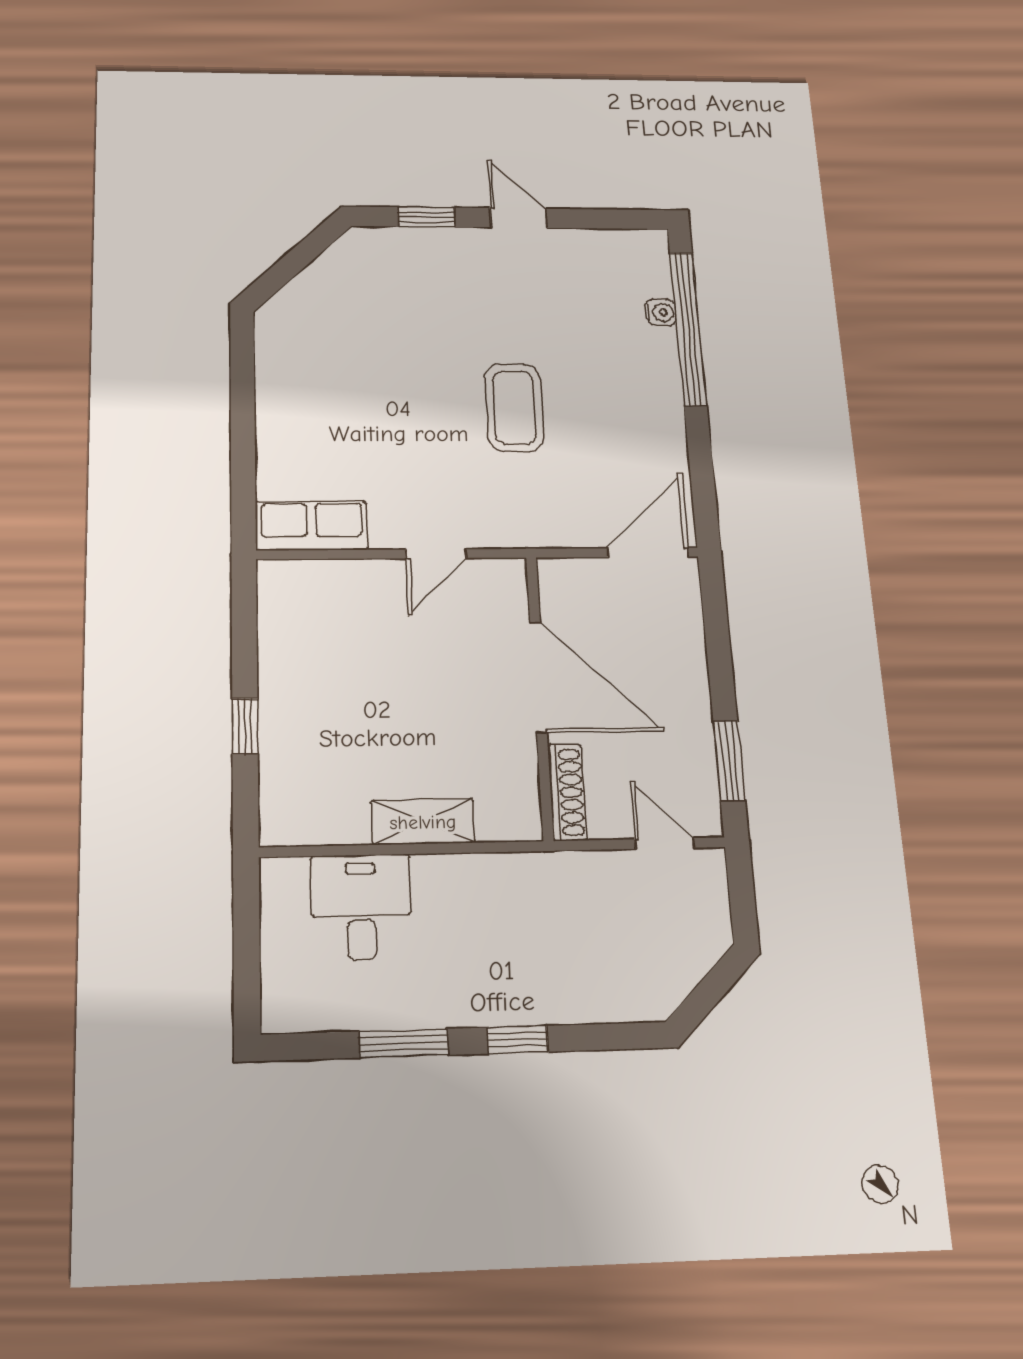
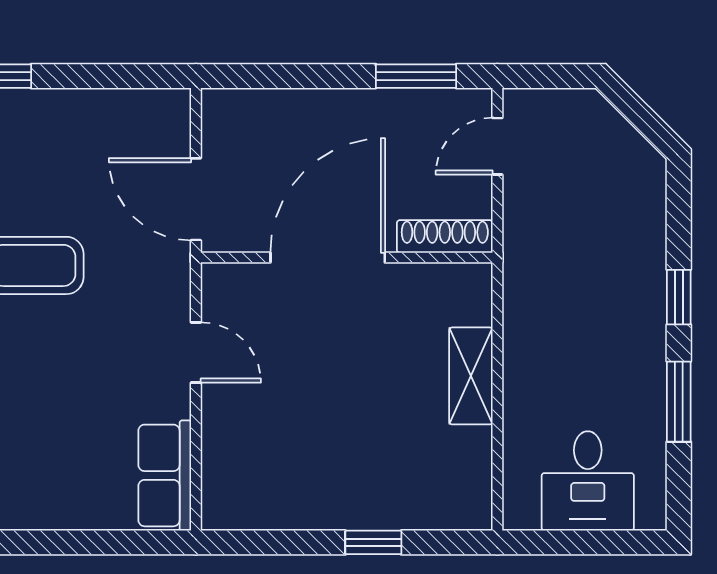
door: (648, 552) -> (196, 199), moved
desk: (361, 907) -> (588, 481), moved, turned -90

